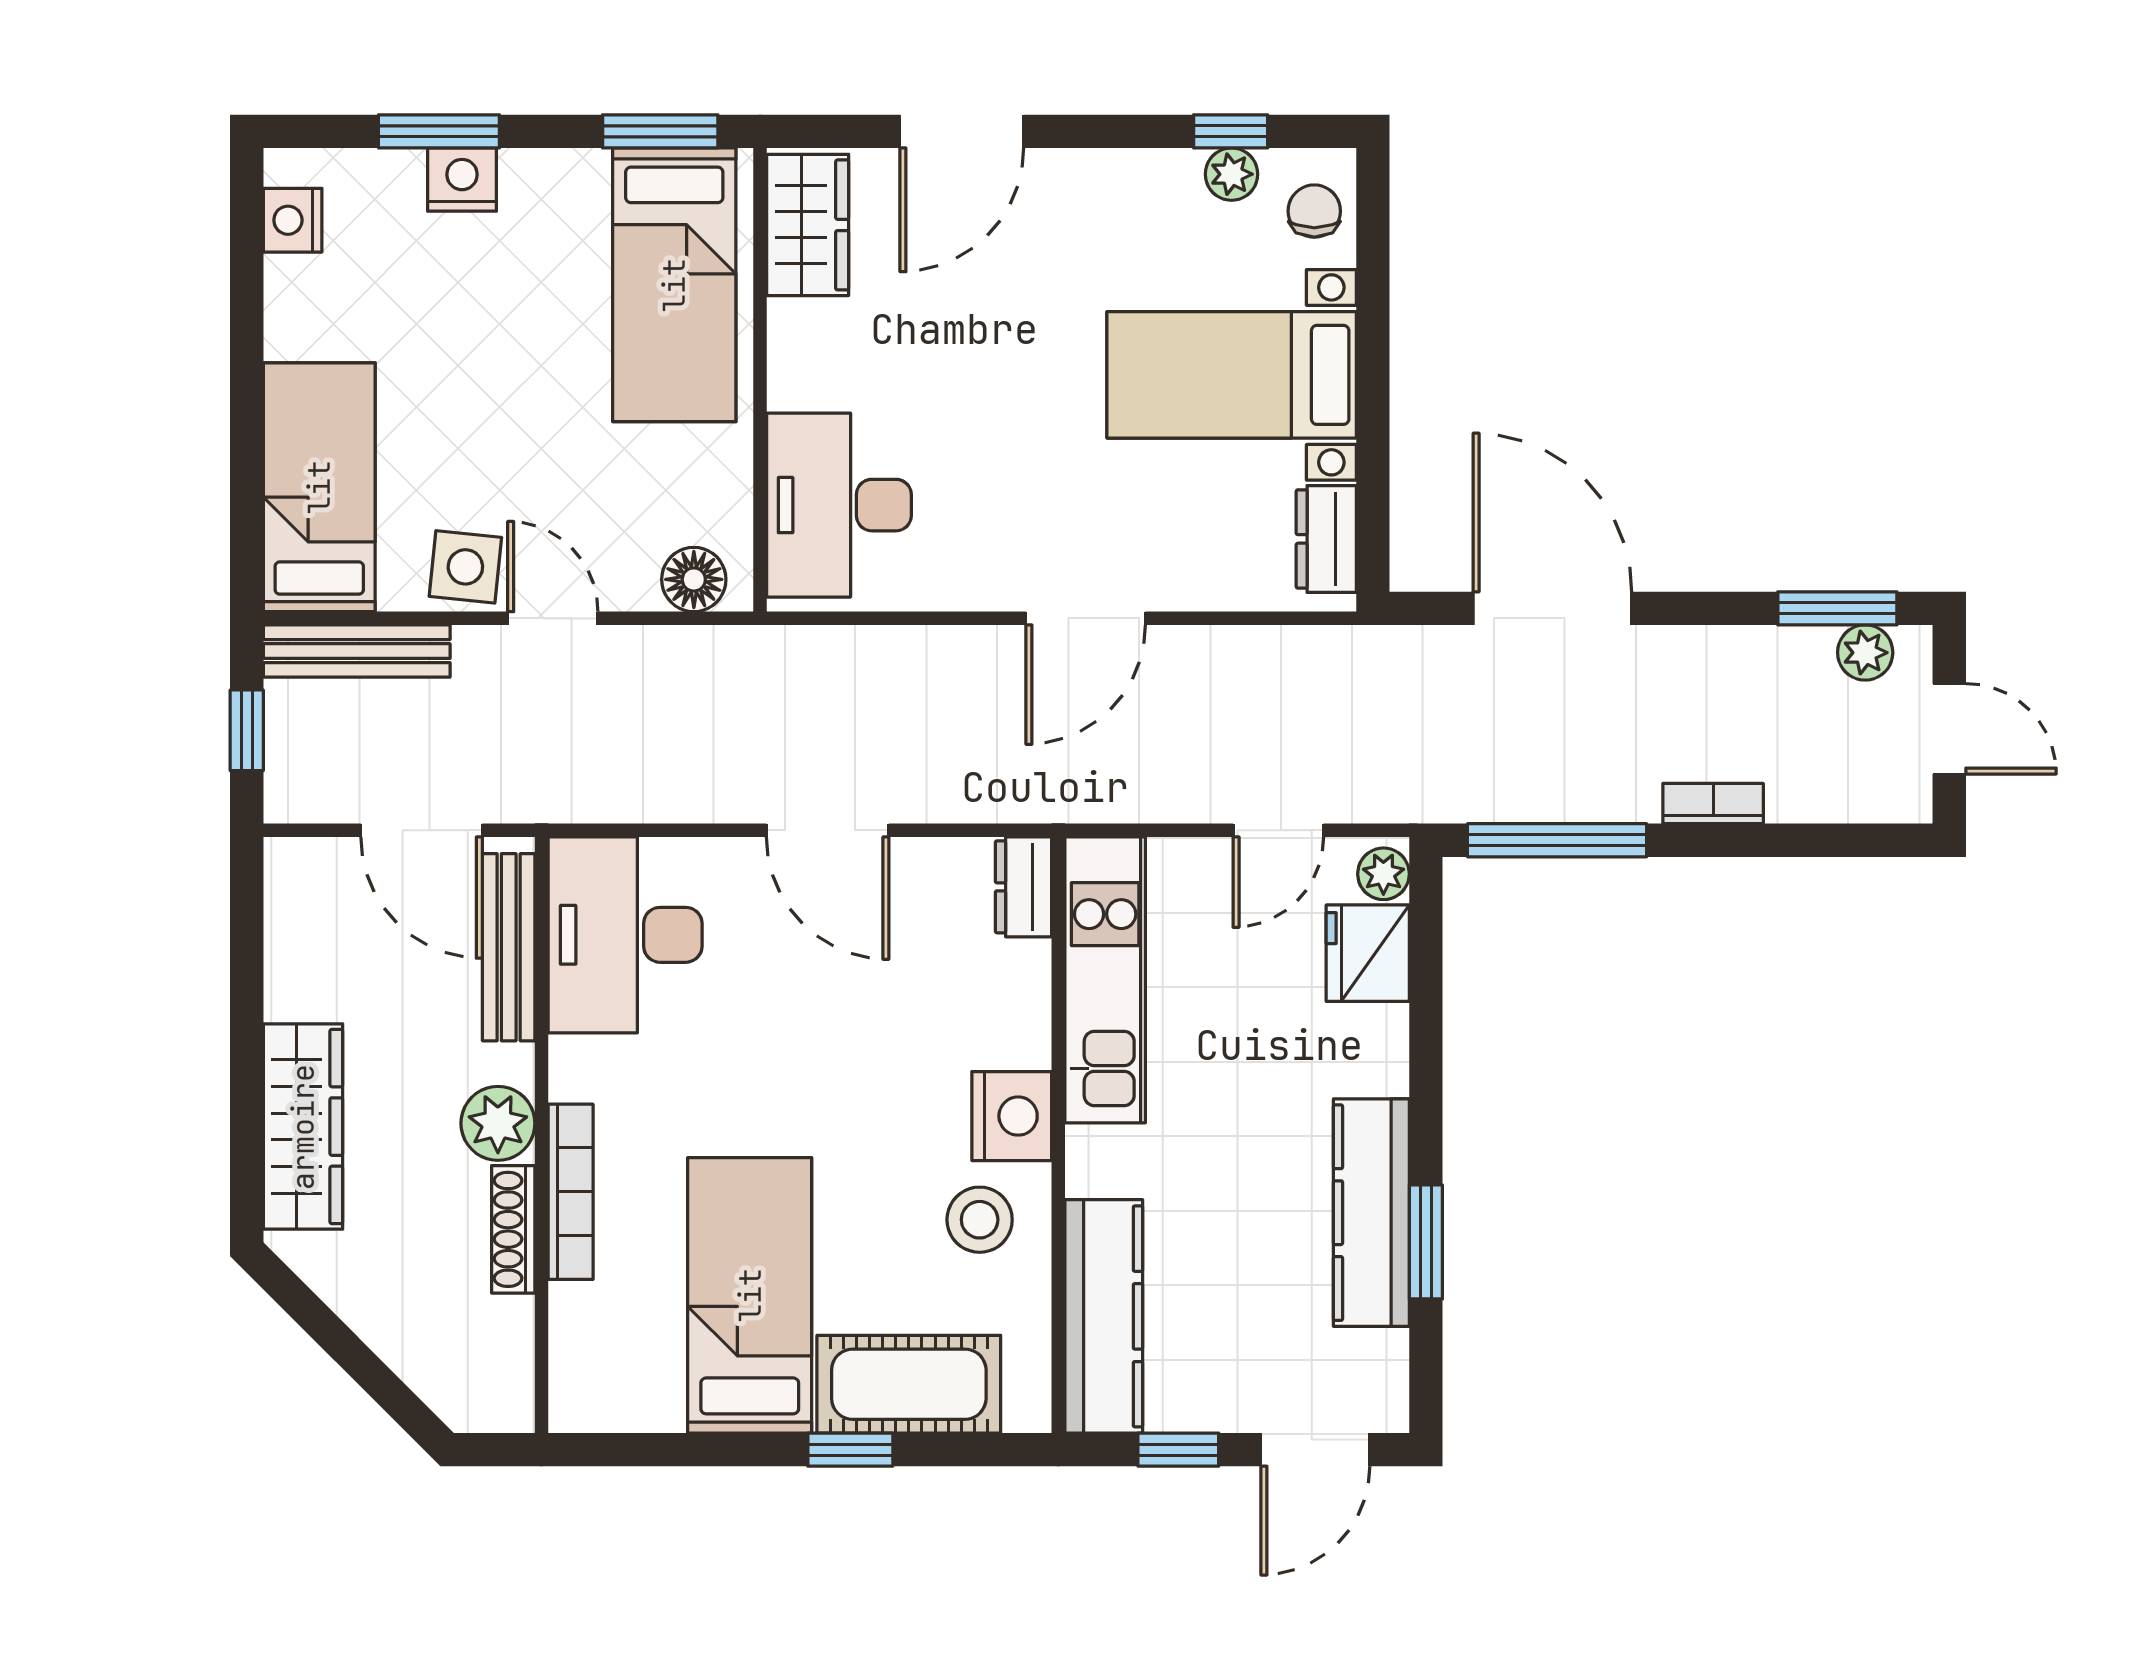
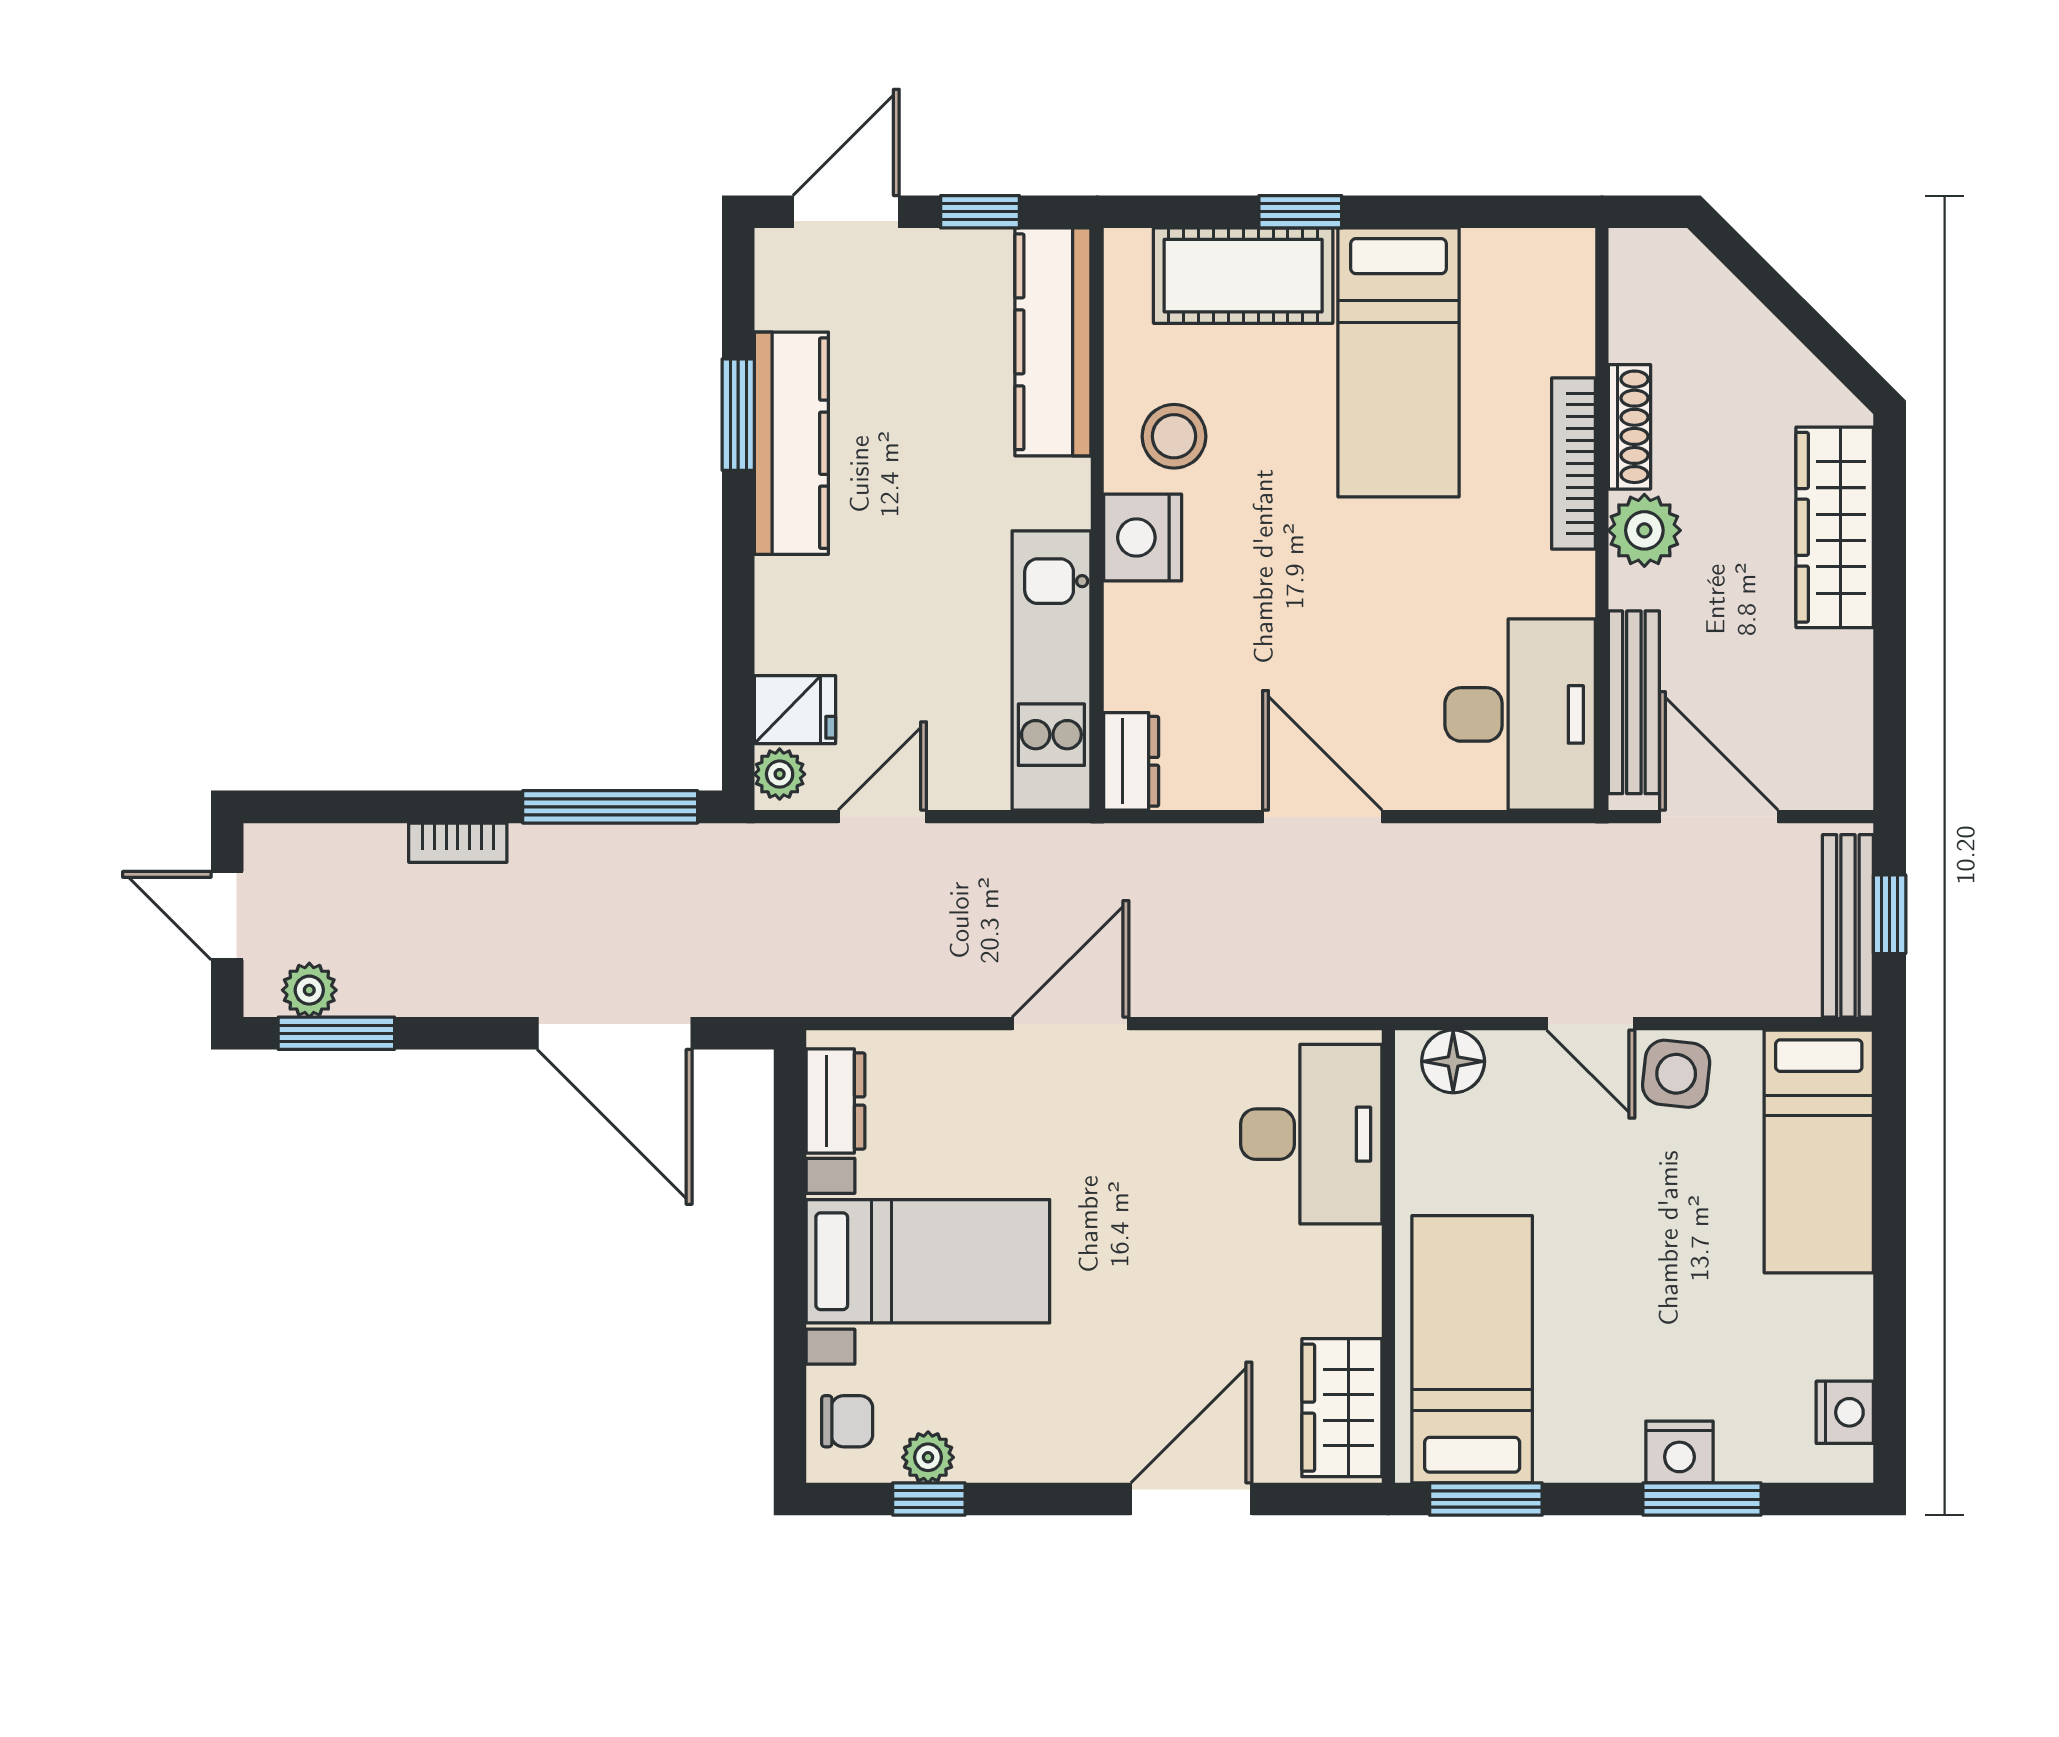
chair: (1314, 211) -> (847, 1421), turned -90
bench: (357, 651) -> (1848, 926), moved, turned 90
fridge: (1368, 953) -> (795, 710), width x0.72

